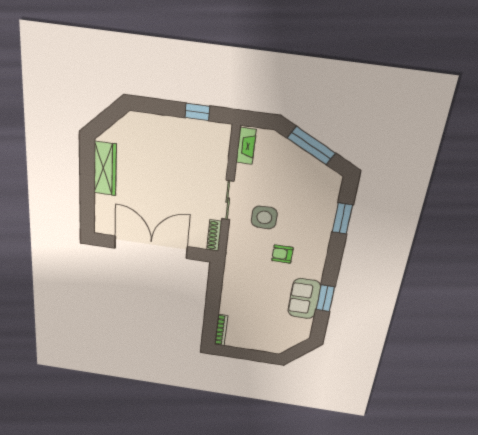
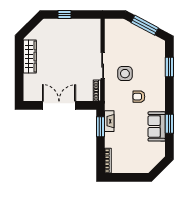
window: (197, 112) -> (65, 15), moved
fireplace: (246, 146) -> (109, 121), moved
double door: (151, 247) -> (59, 105), width x0.73
window: (215, 286) -> (101, 127), added

